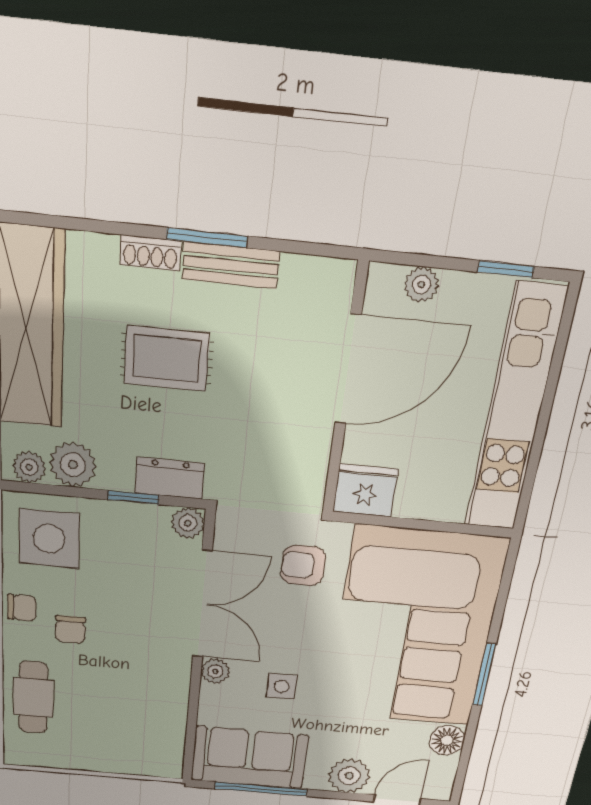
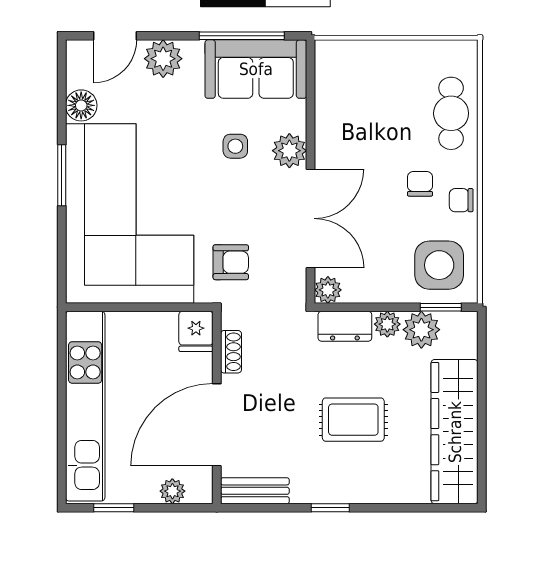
window: (207, 238) -> (330, 508), width x0.67
shoe rack: (150, 253) -> (231, 352), moved, turned 90
bench: (231, 265) -> (255, 491), moved
plant: (29, 467) -> (387, 324), moved
fridge: (365, 491) -> (196, 331), width x0.72
window: (133, 497) -> (441, 307), moved
double door: (202, 604) -> (310, 218), swing flipped
plant: (215, 671) -> (289, 151), width x1.38, depth x1.38

